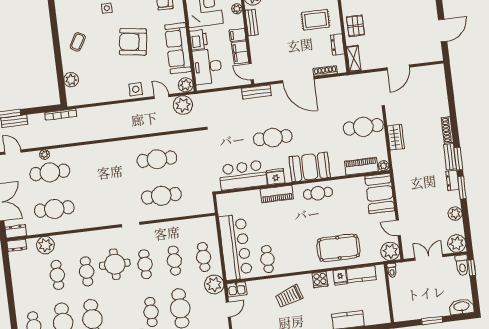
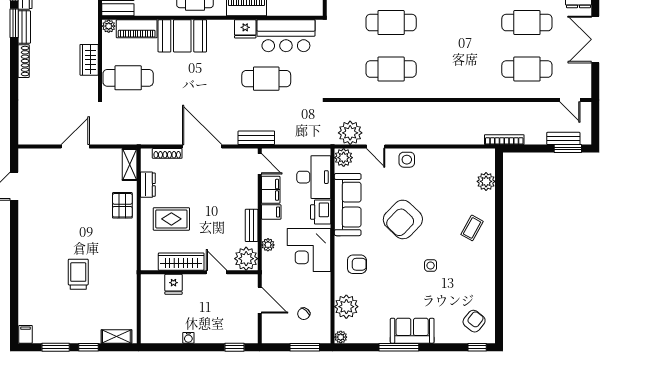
armchair: (133, 42) -> (403, 219), turned 126
cafe table: (273, 138) -> (266, 79), moved
plant: (45, 155) -> (531, 92), removed
booth: (310, 167) -> (182, 36), moved

